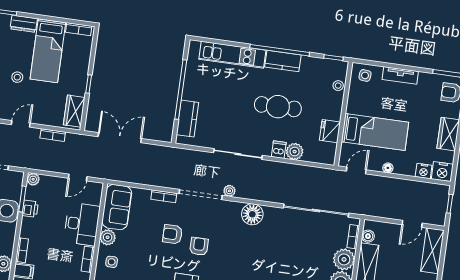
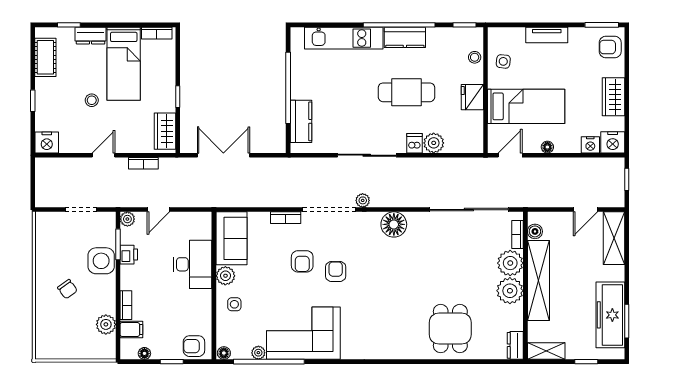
side table: (365, 75) -> (503, 61), moved
fridge: (330, 131) -> (472, 97), moved
door: (78, 177) -> (158, 210), moved
armchair: (173, 234) -> (302, 261), turned -90
bookcase: (88, 259) -> (206, 305), removed

